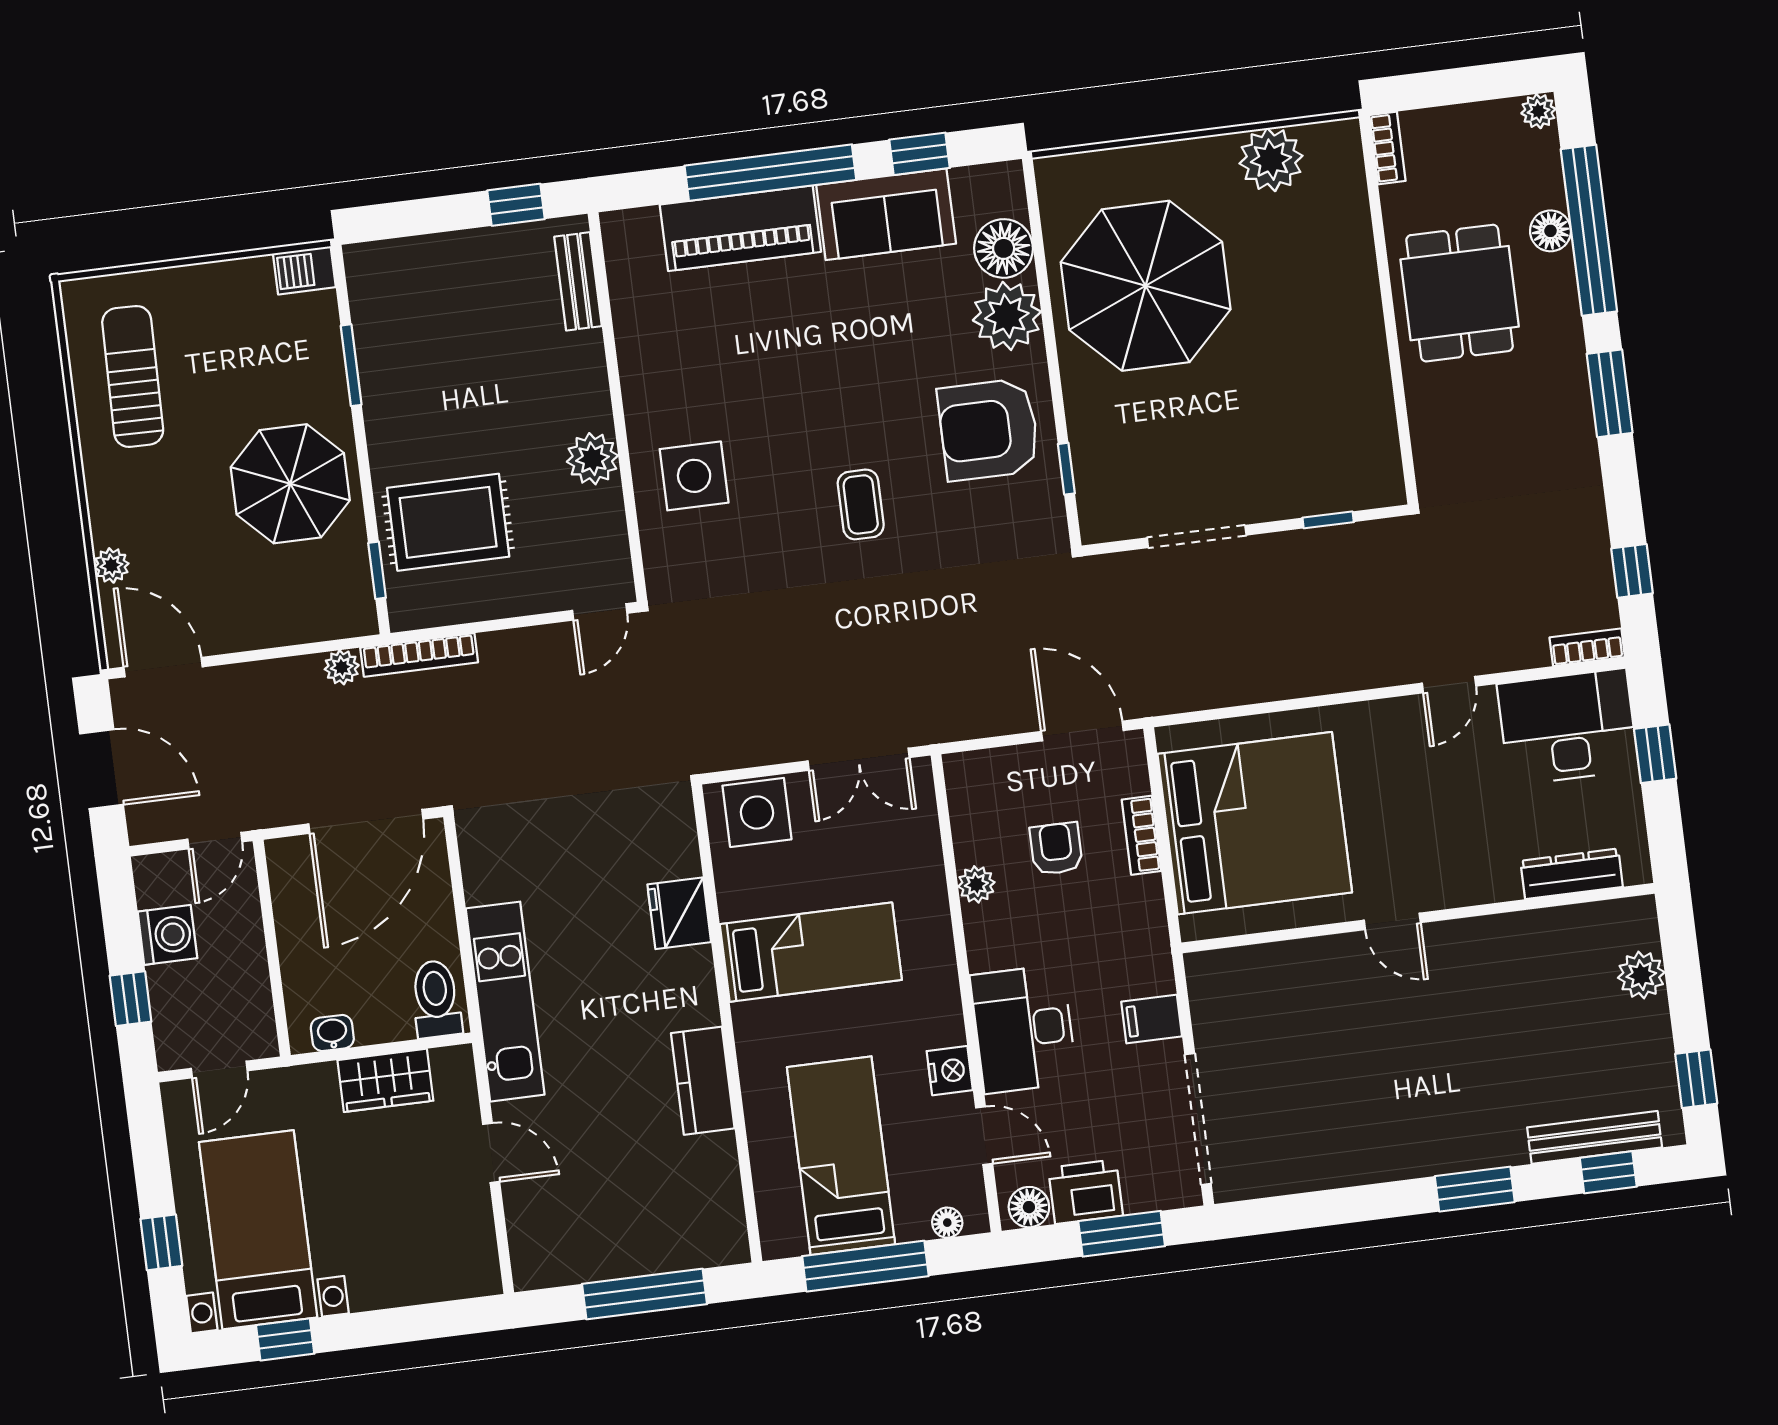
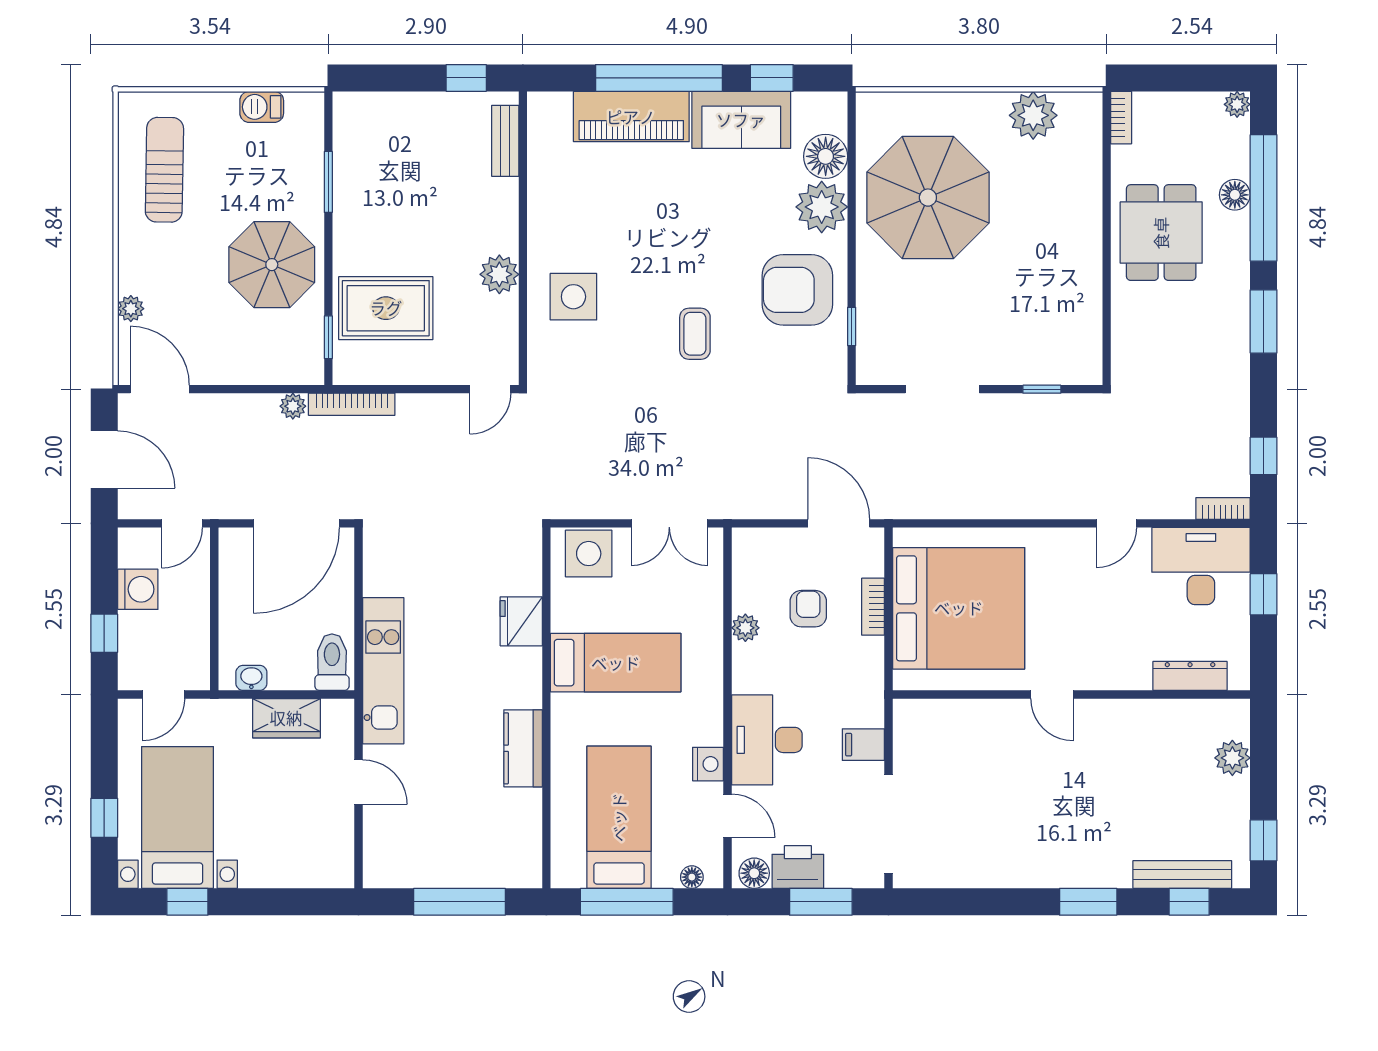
barbecue: (304, 270) -> (262, 107), moved

